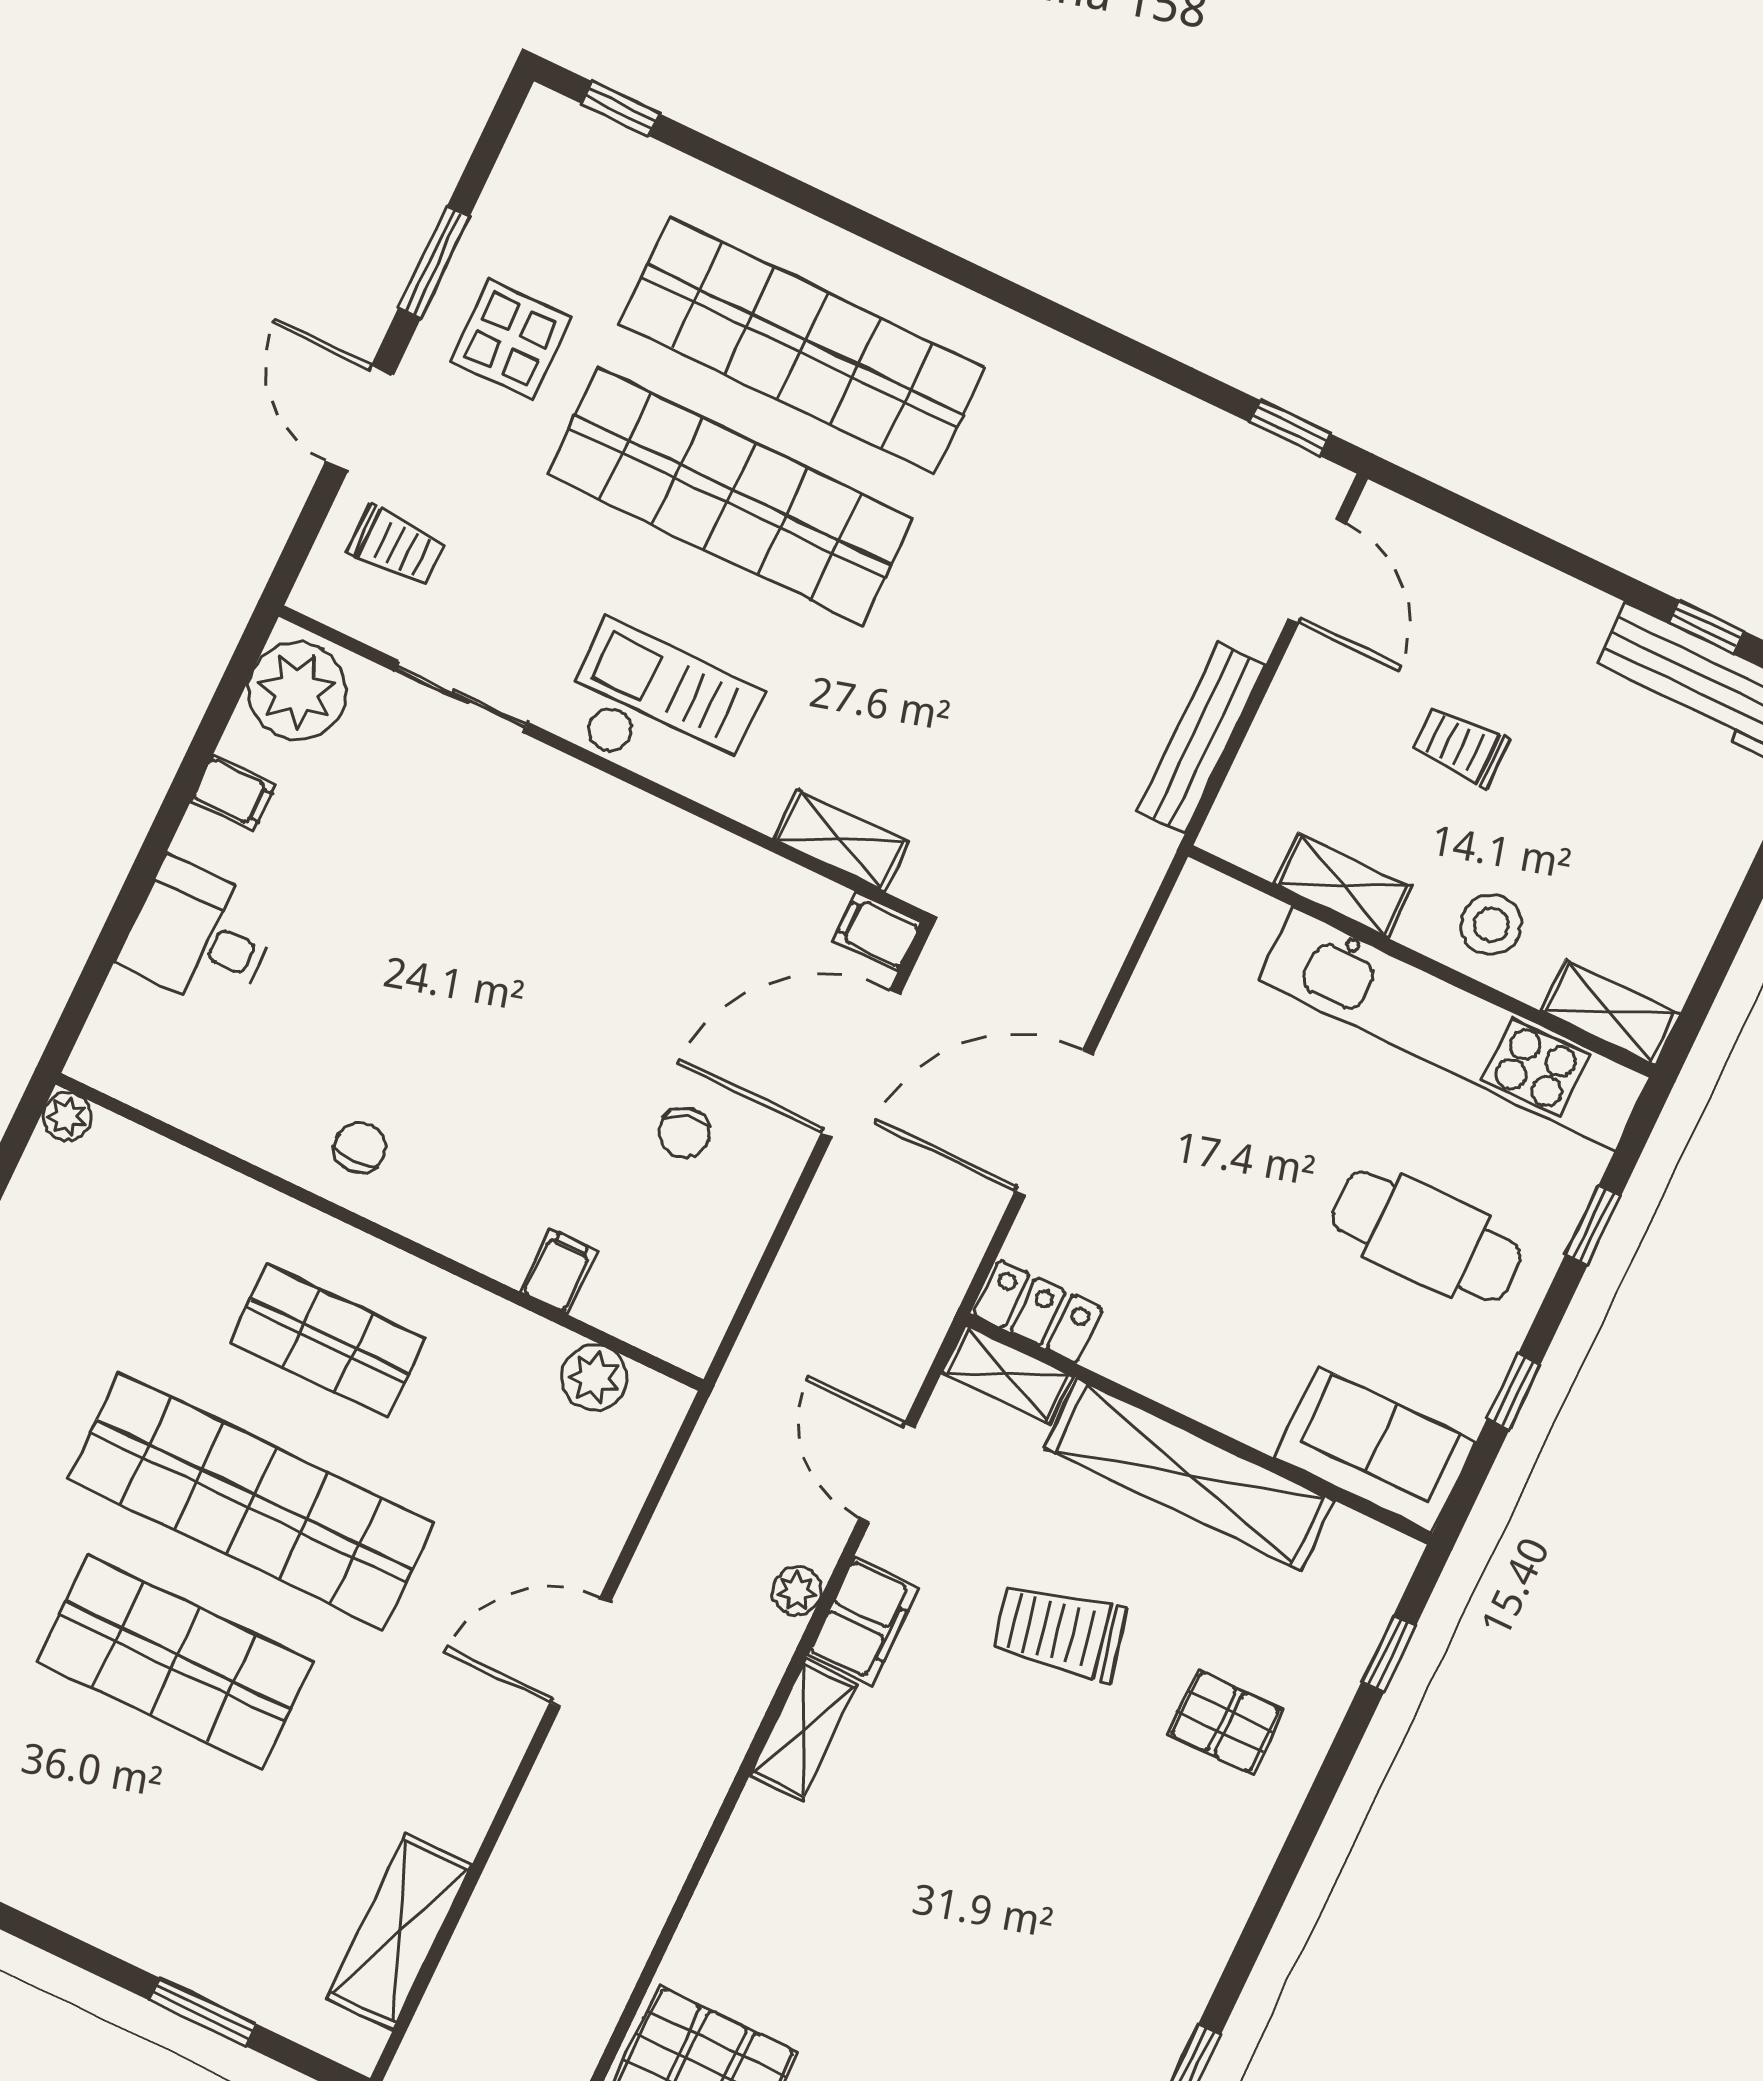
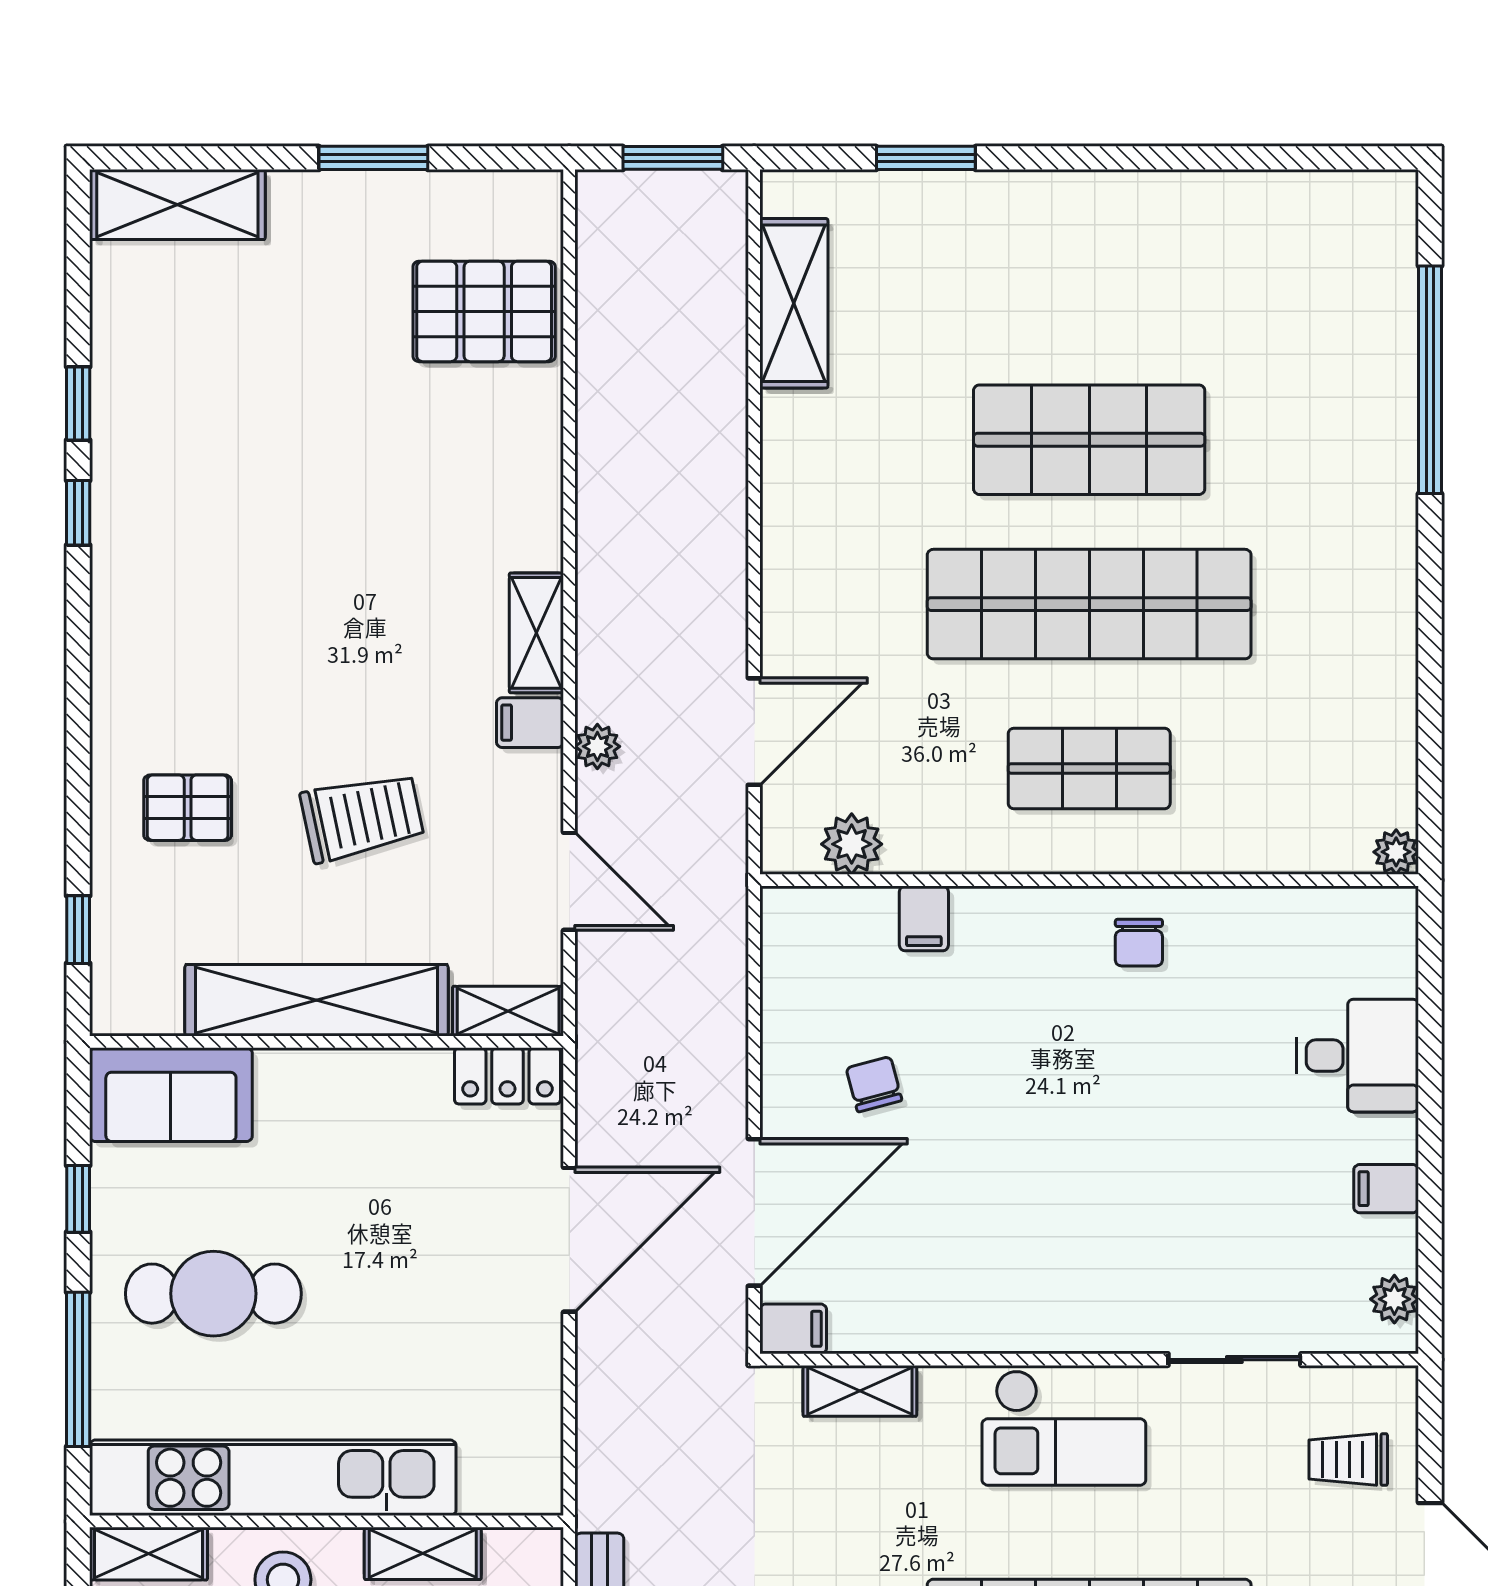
plant: (297, 691) -> (1394, 1299), width x0.53, depth x0.53
window: (1593, 1225) -> (78, 1369), width x2.17
filing cabinet: (863, 1621) -> (530, 723), width x0.50
door: (580, 1653) -> (754, 732), moved

